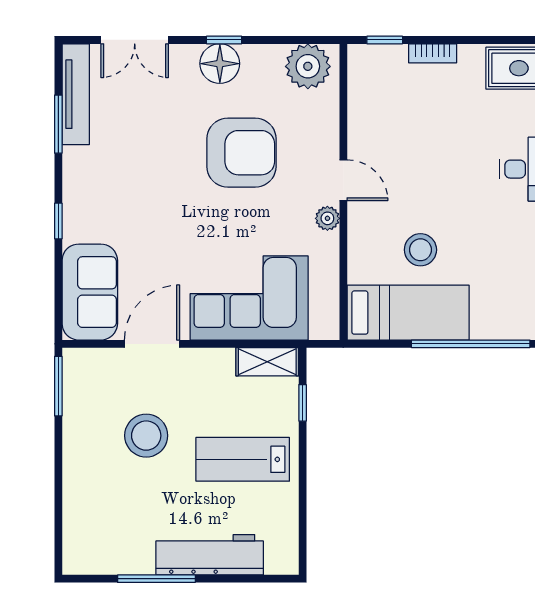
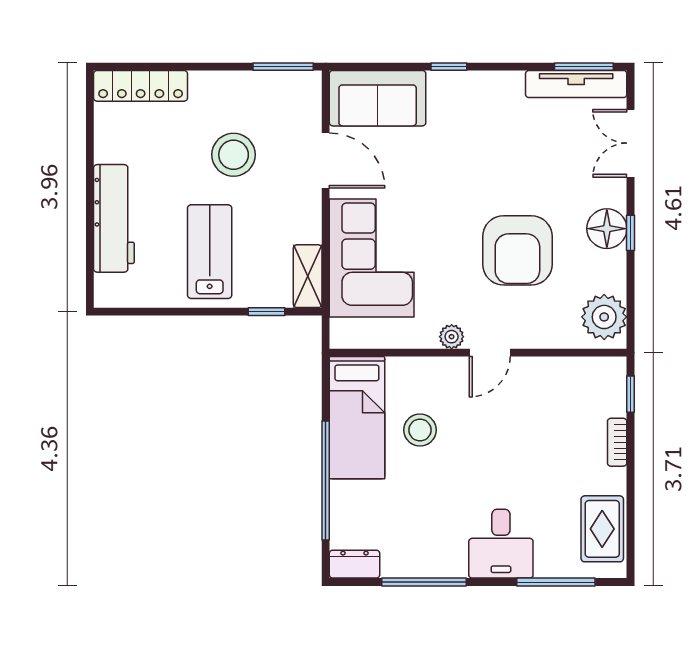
window: (58, 124) -> (584, 67), moved
locker: (78, 528) -> (141, 86), added
window: (156, 579) -> (90, 165), removed

